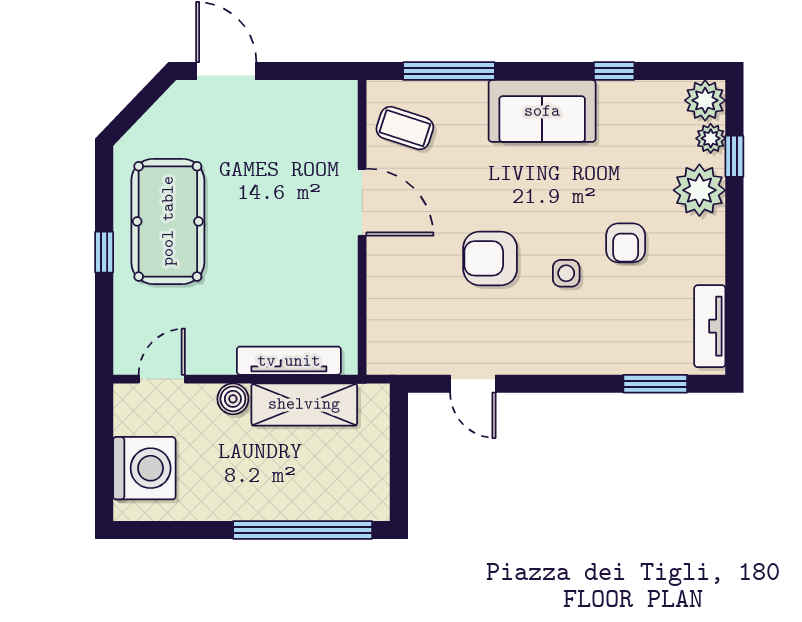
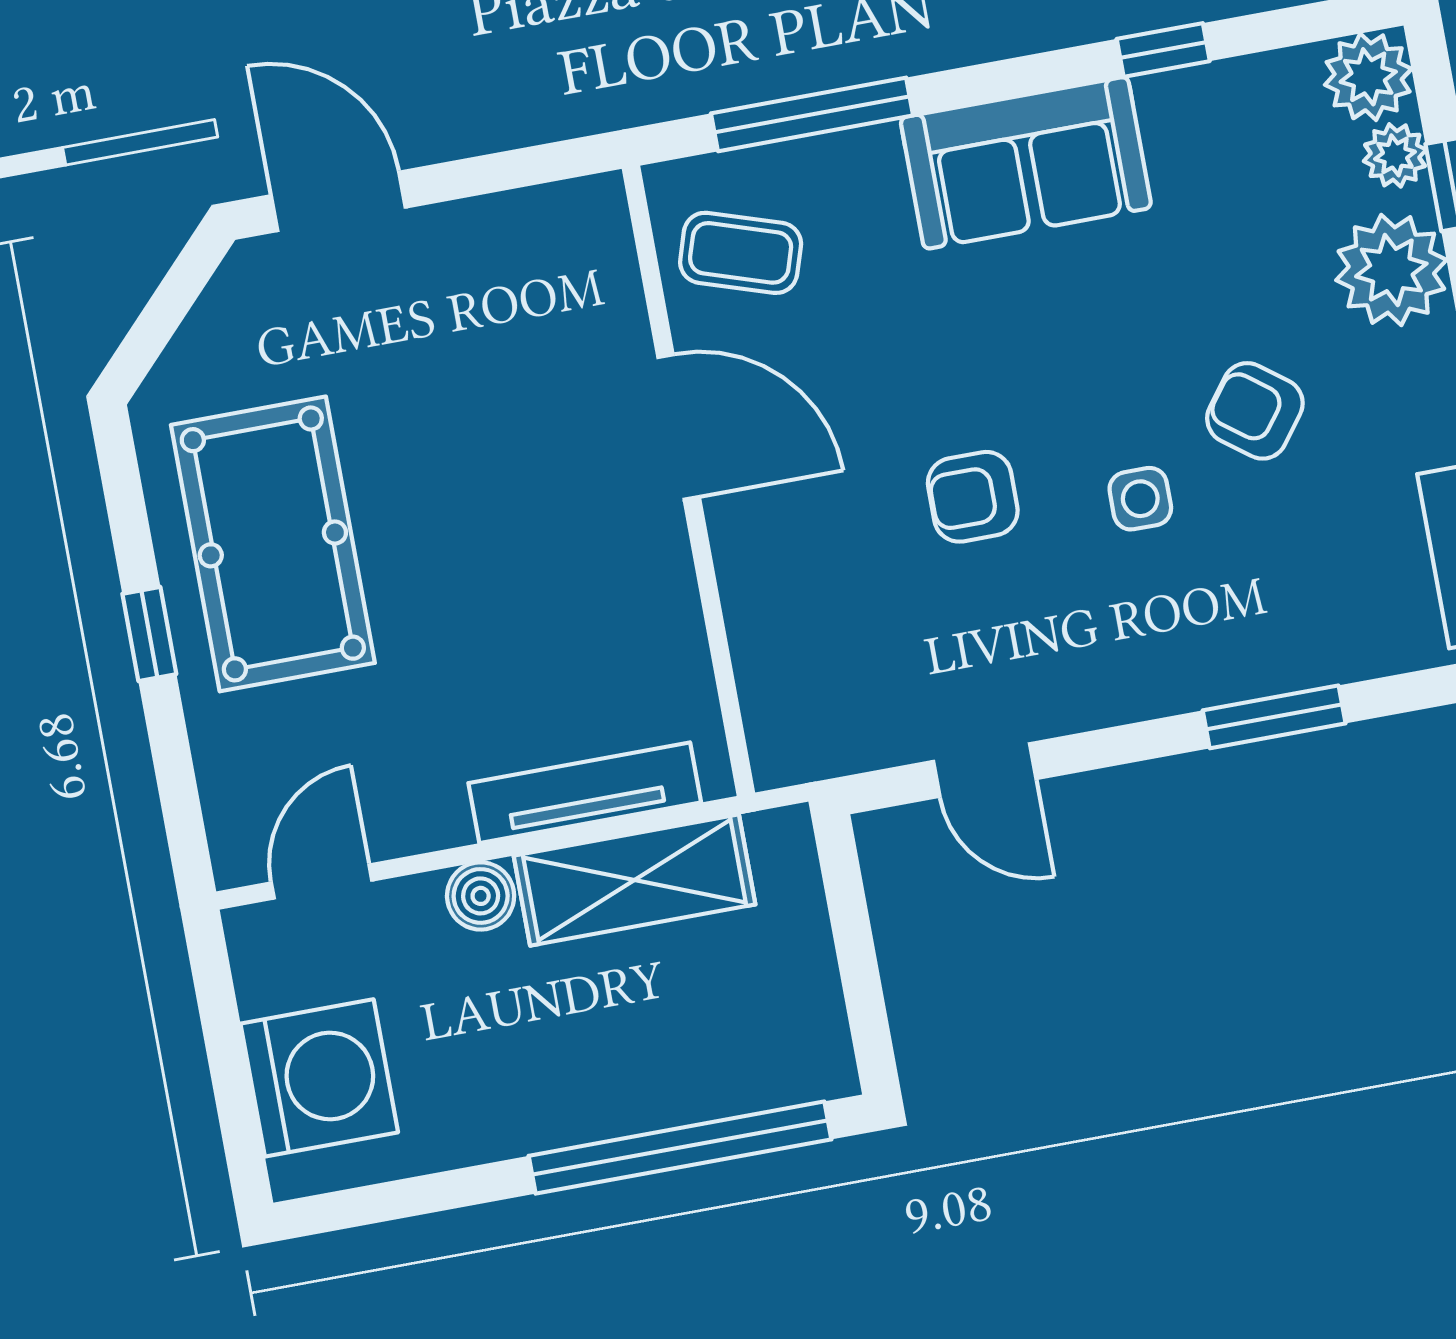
armchair: (626, 243) -> (1255, 411), turned 127
armchair: (490, 258) -> (973, 497), width x0.72, depth x0.72
window: (655, 384) -> (1274, 717), moved

